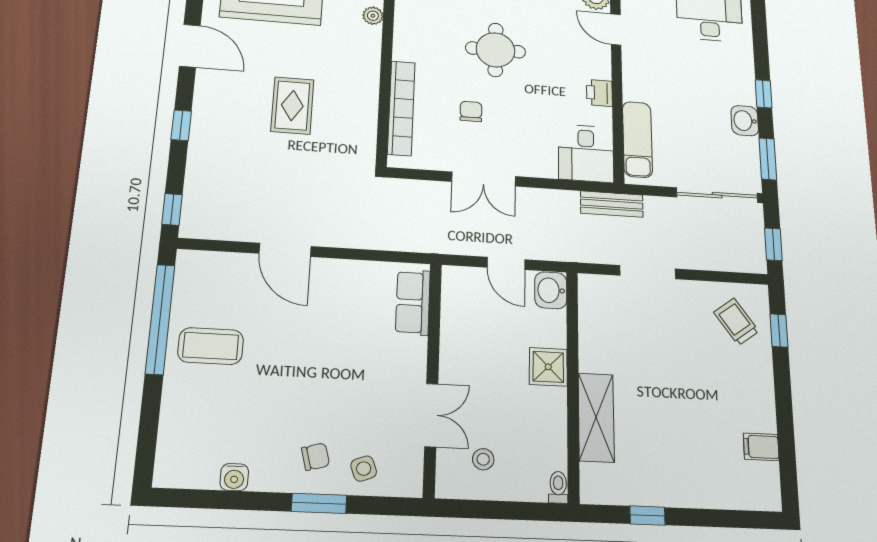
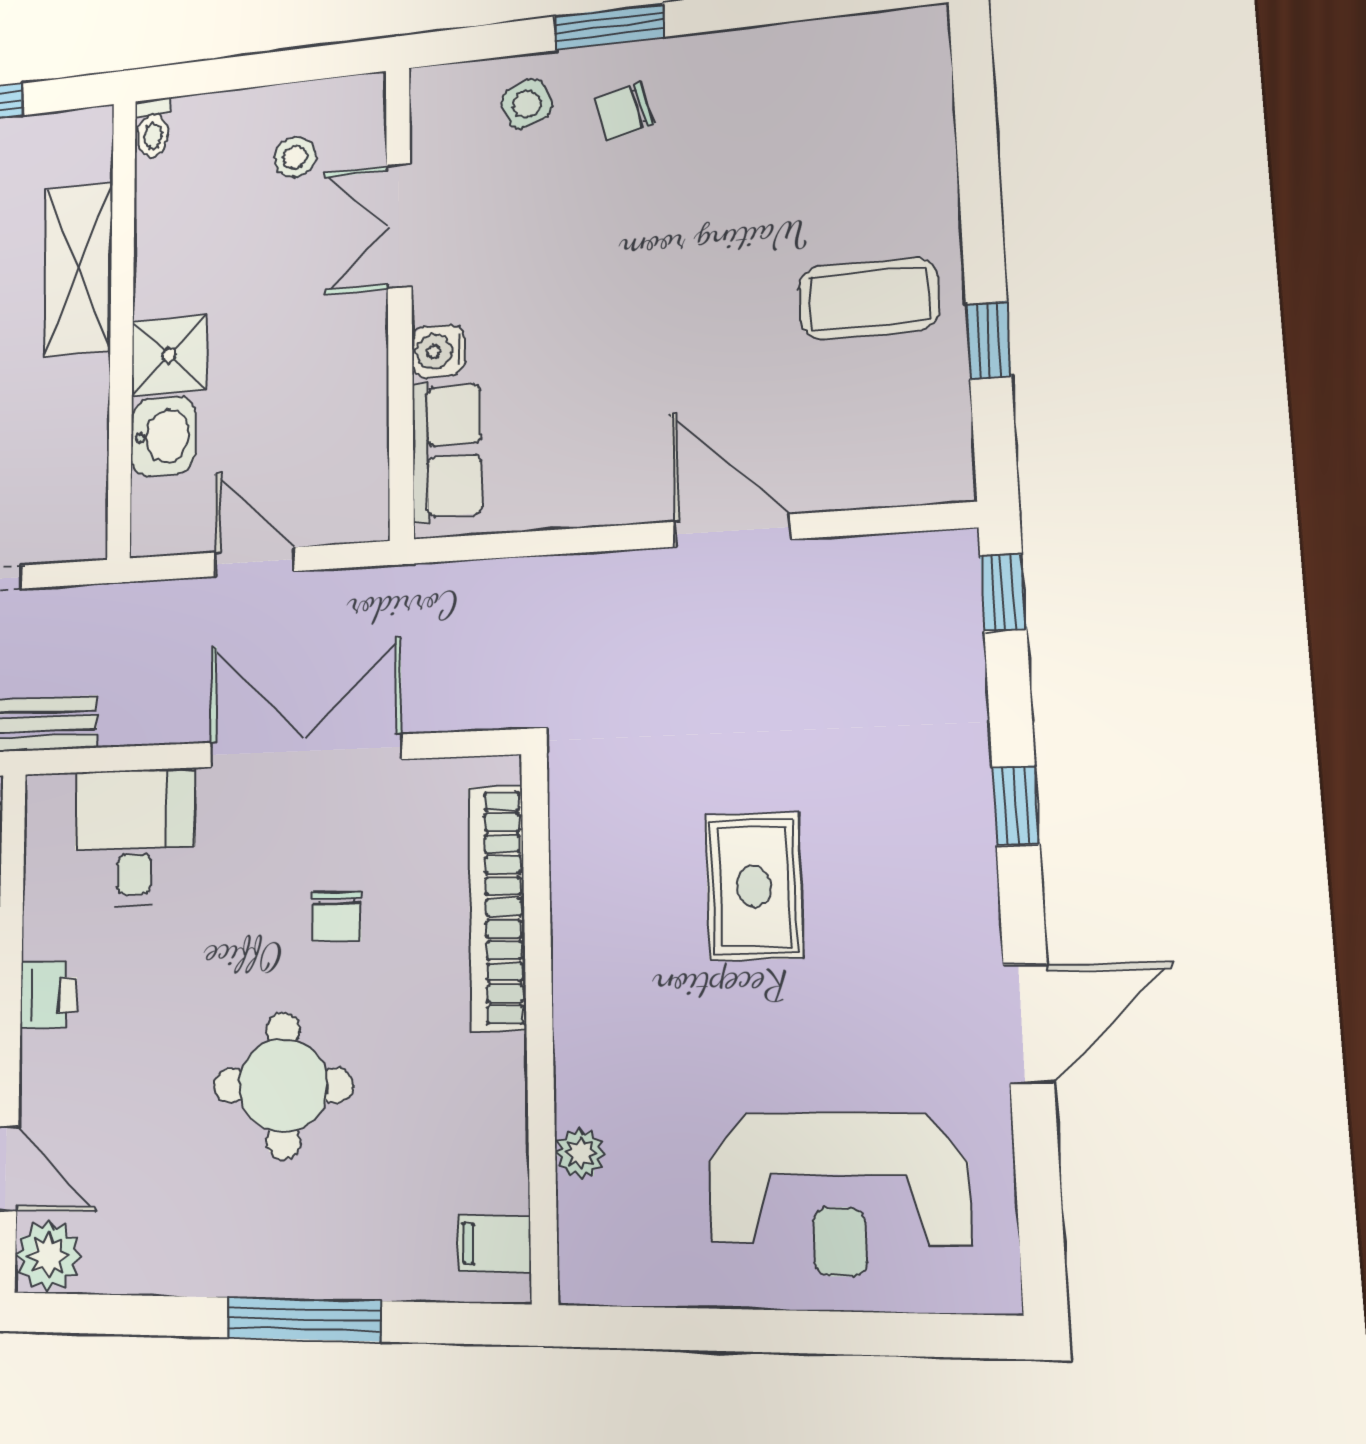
door: (190, 46) -> (1029, 1024), swing flipped
desk: (586, 153) -> (134, 838), moved
double door: (484, 179) -> (305, 751), width x1.37
washbasin: (551, 290) -> (163, 436), moved
window: (160, 319) -> (988, 341), width x0.32
water cooler: (234, 477) -> (438, 351), moved, turned -90

